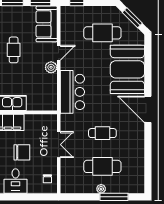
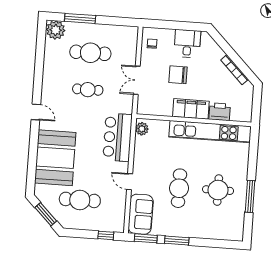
cafe table: (14, 50) -> (179, 188), width x1.37, depth x1.35
door: (59, 53) -> (130, 182), hinge flipped
plant: (51, 67) -> (142, 129), moved
door: (148, 109) -> (36, 112), width x0.53
plant: (101, 189) -> (56, 30), moved, width x1.88, depth x1.88

